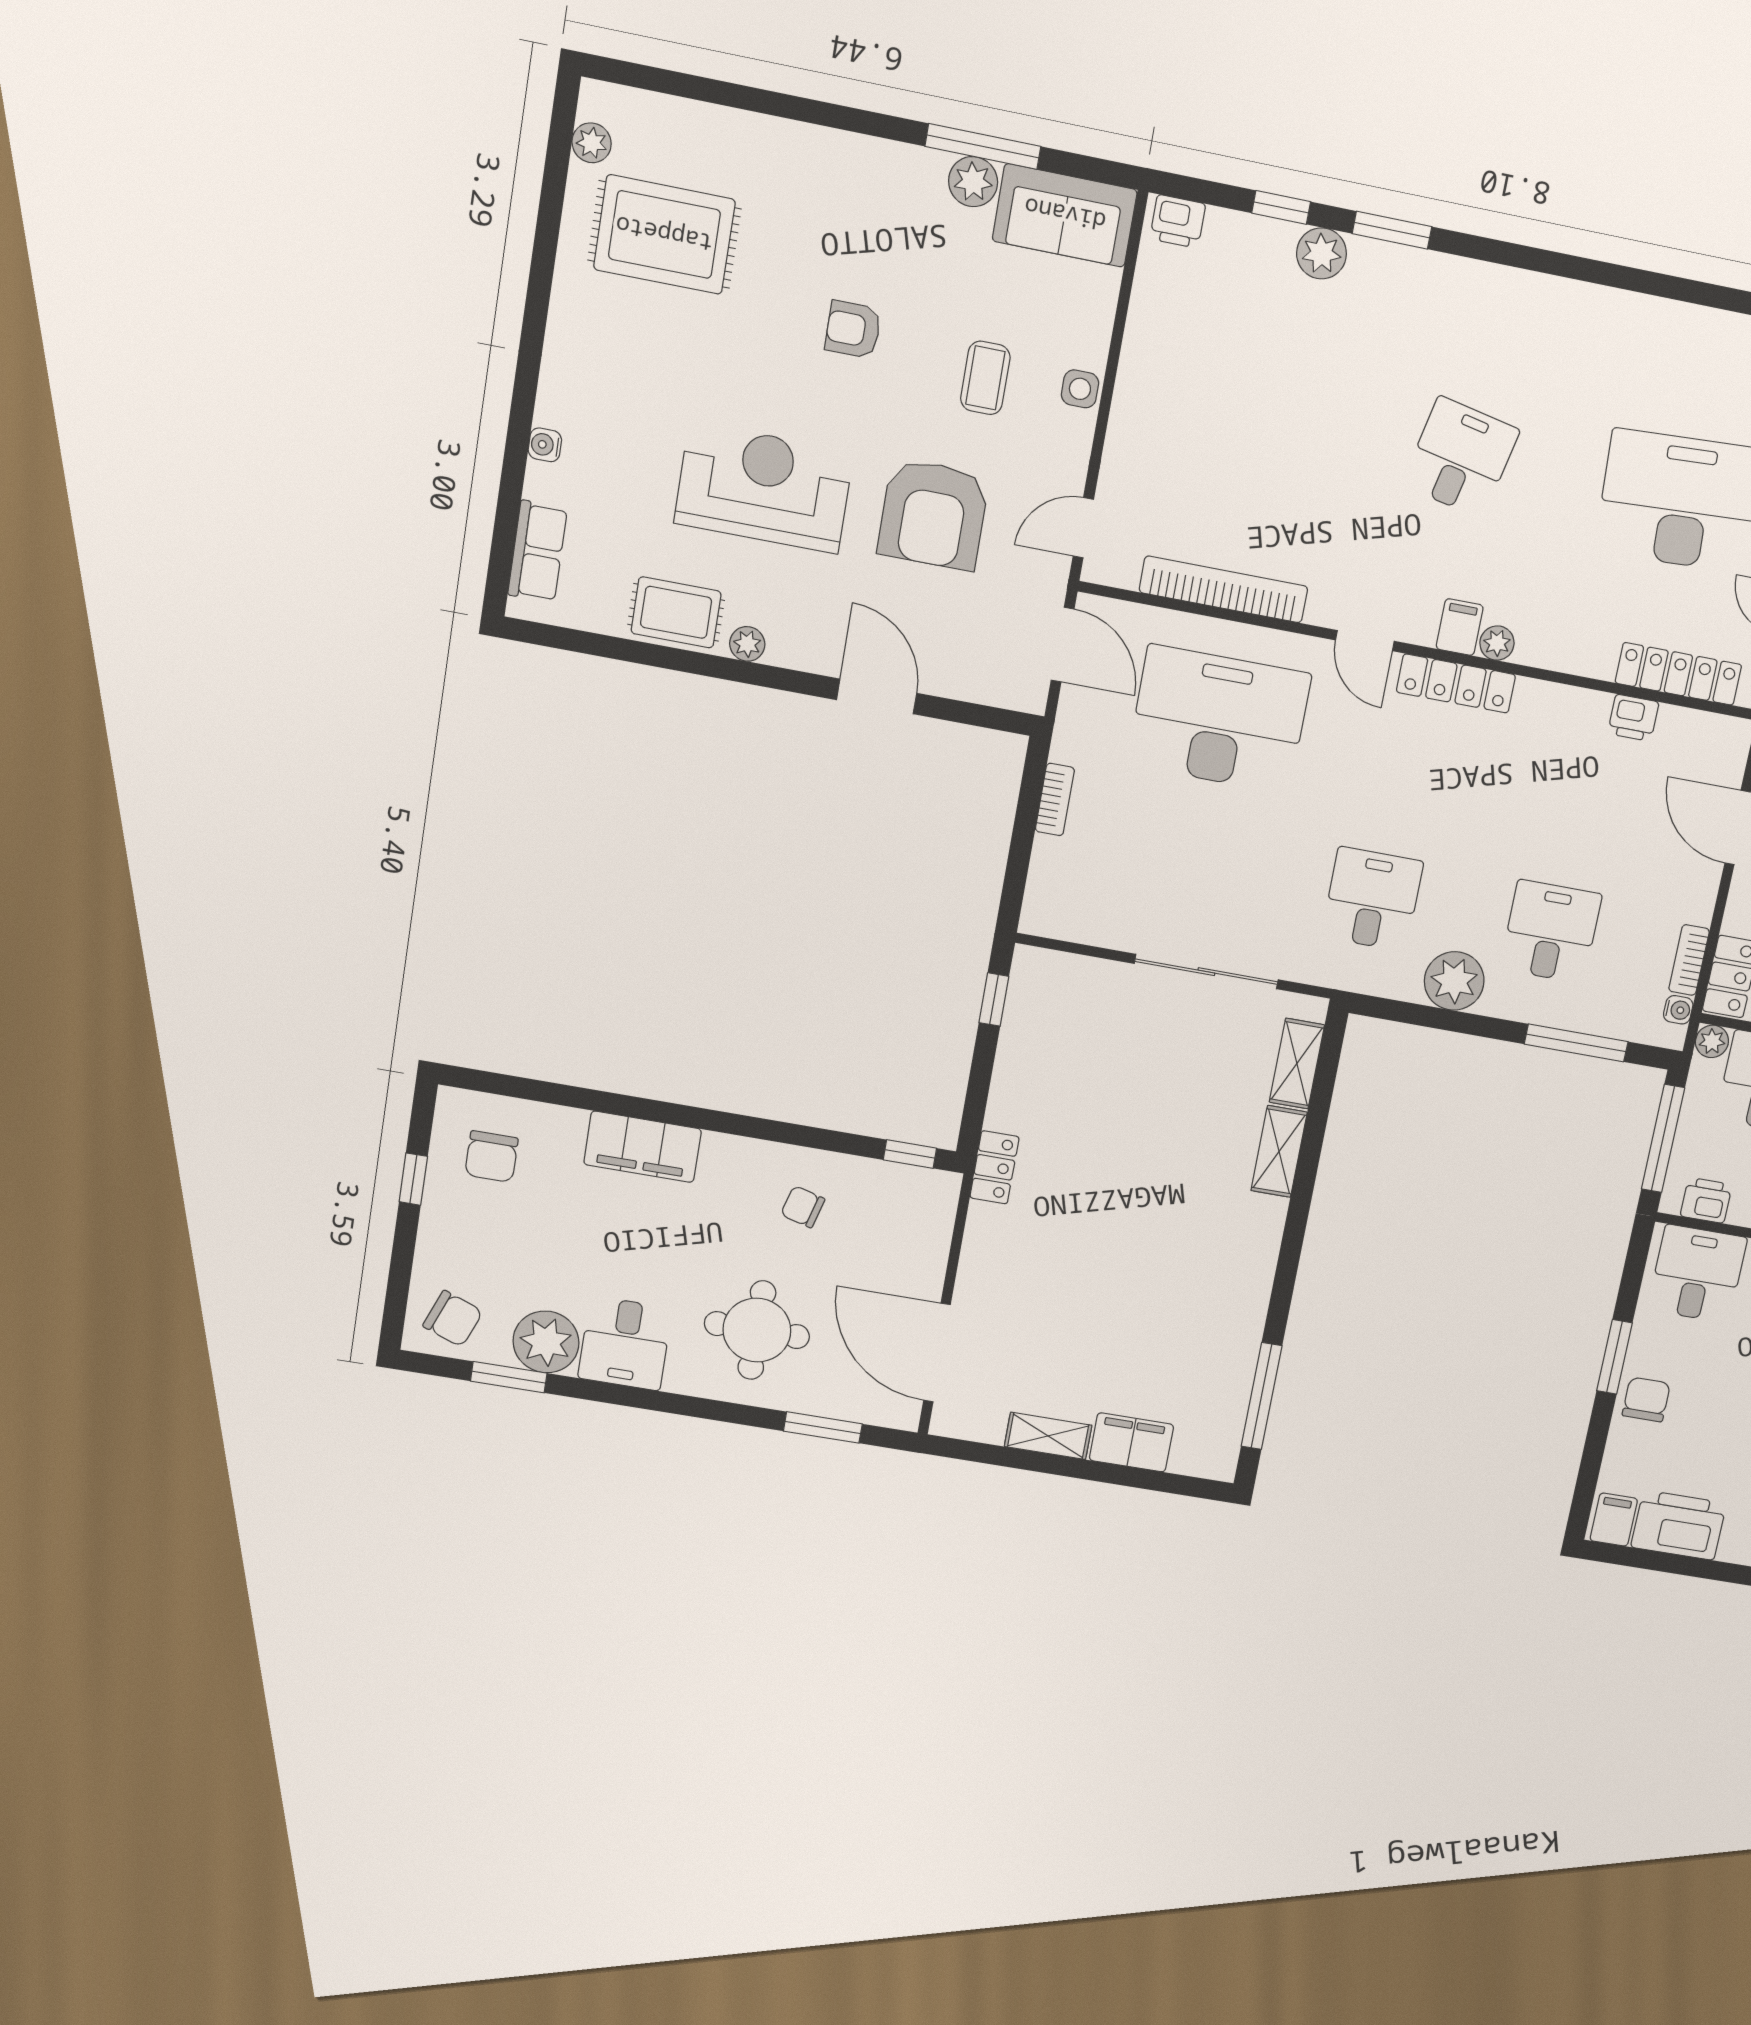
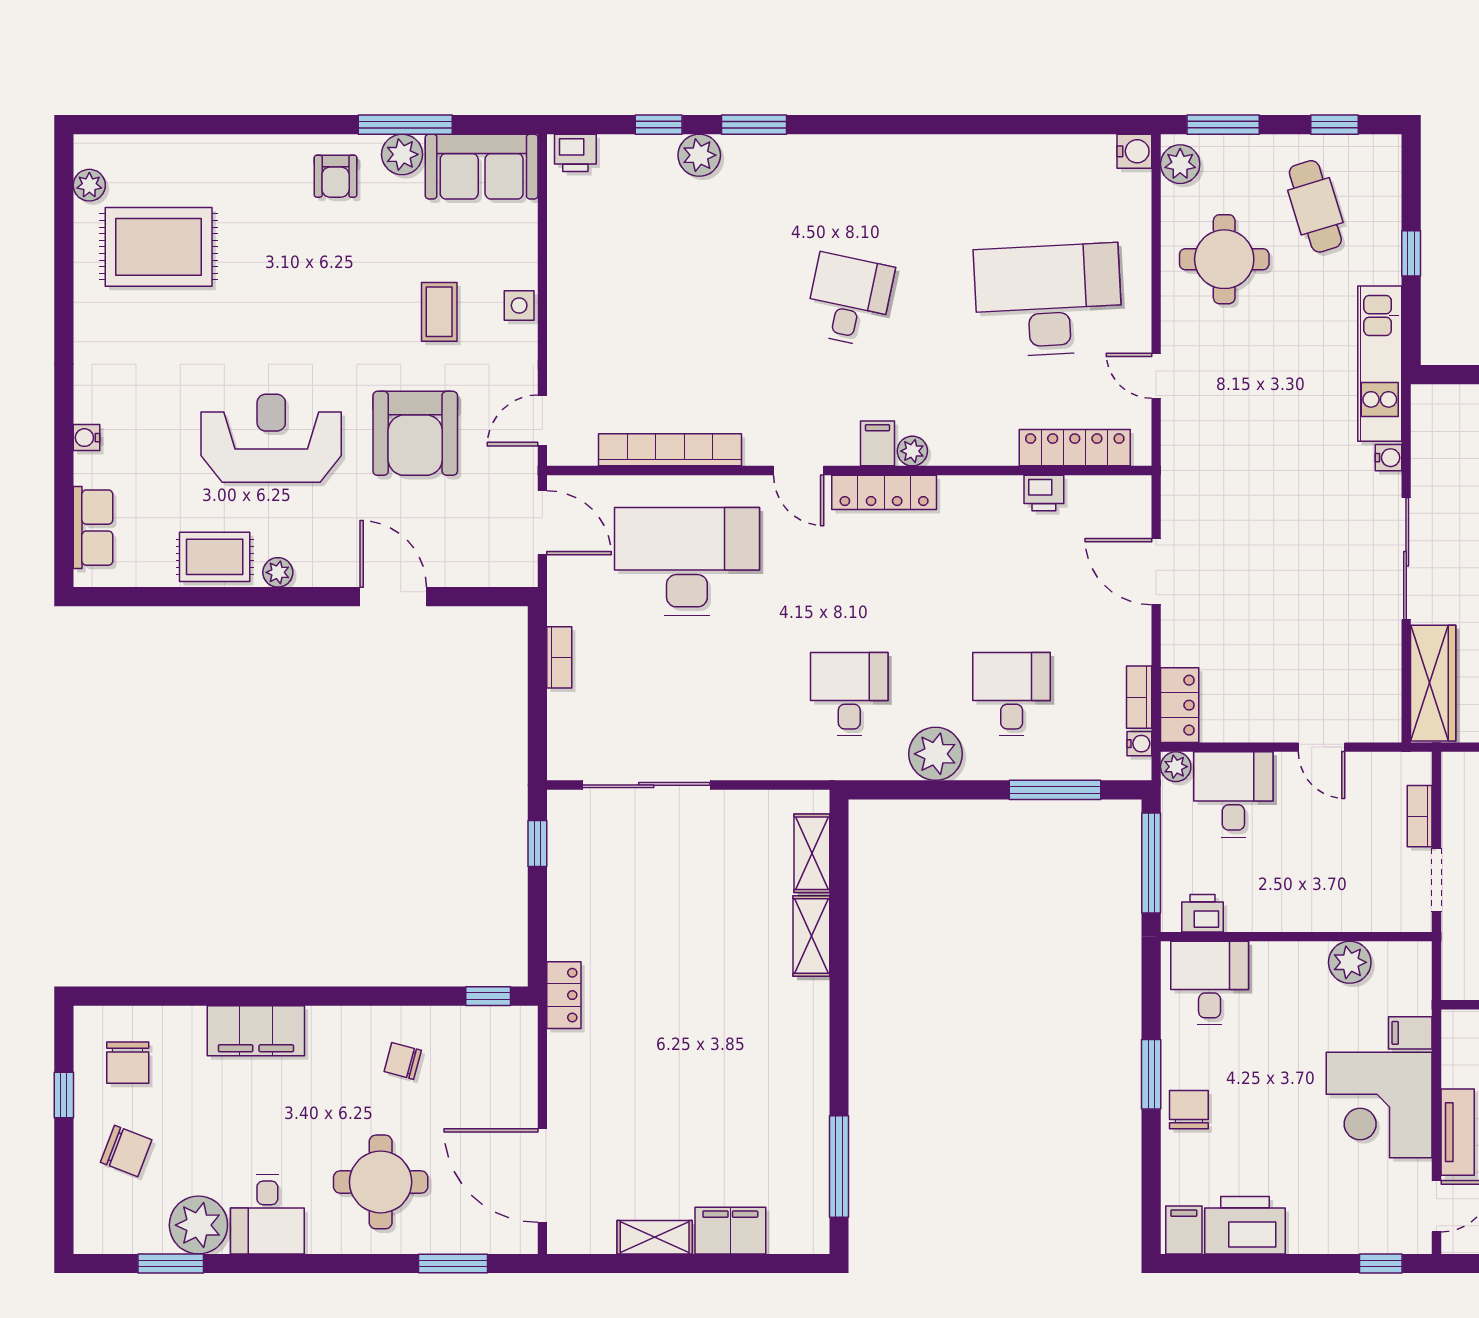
armchair: (853, 329) -> (336, 176), moved, turned -90
sliding door: (1206, 972) -> (646, 785), moved
chair: (453, 1319) -> (126, 1151), moved

